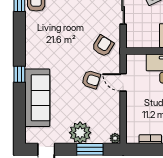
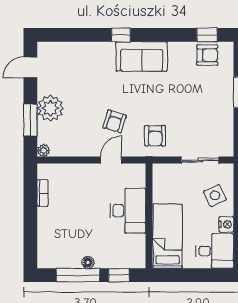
armchair: (103, 46) -> (155, 136), turned 58
sofa: (37, 98) -> (142, 56), moved, width x0.73

